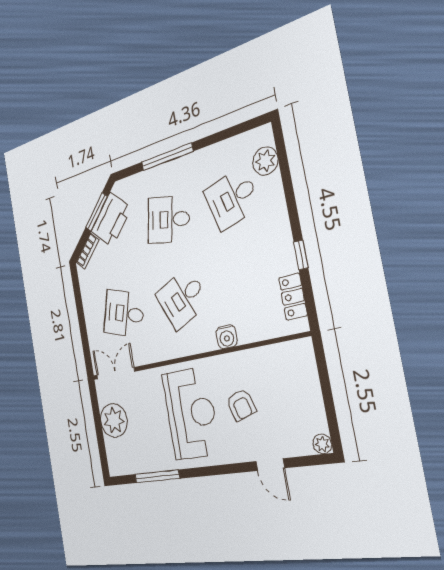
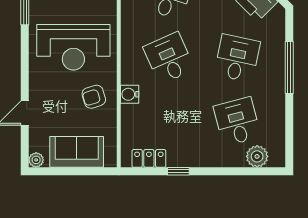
sofa: (303, 392) -> (77, 152), added
armchair: (241, 405) -> (94, 97), moved

